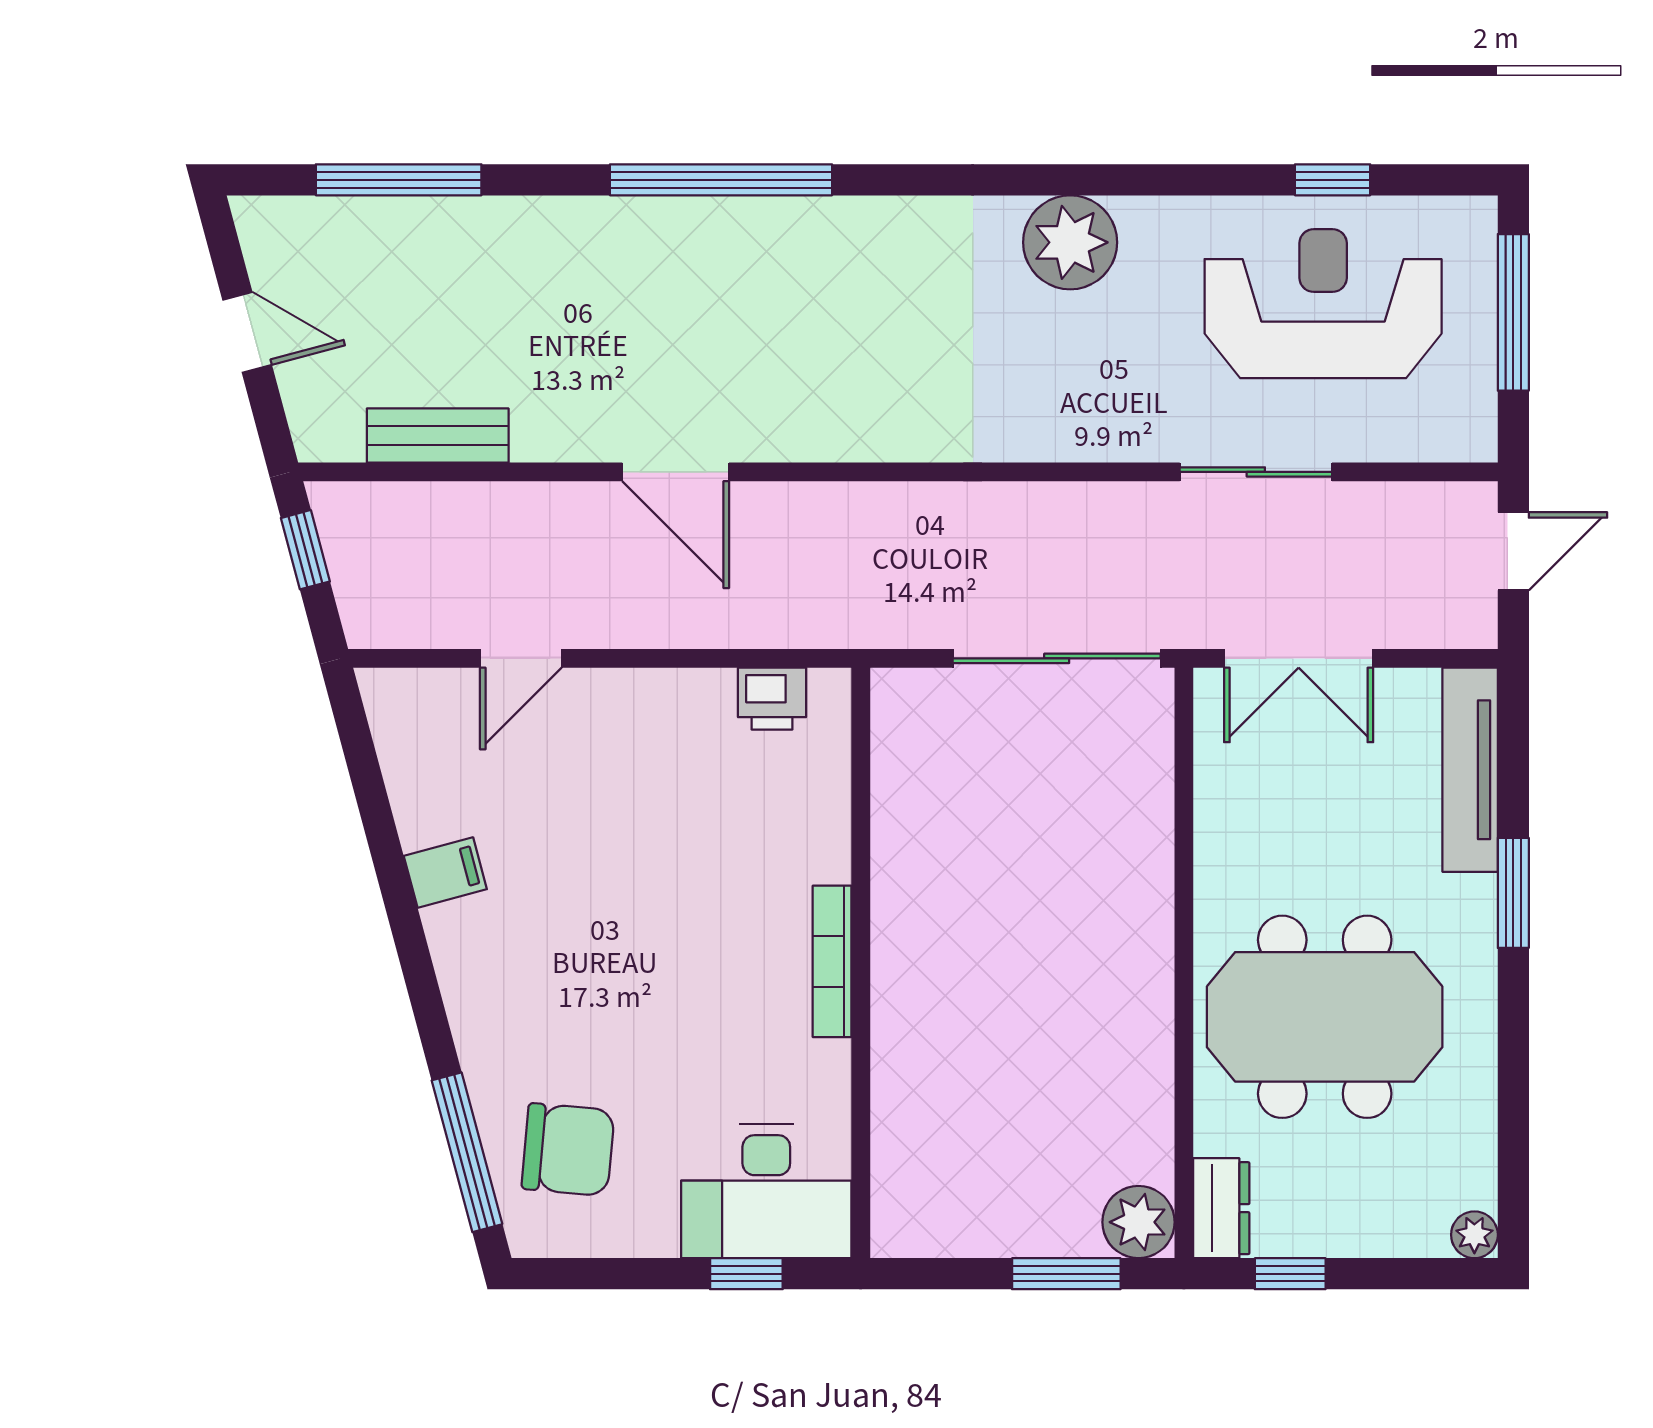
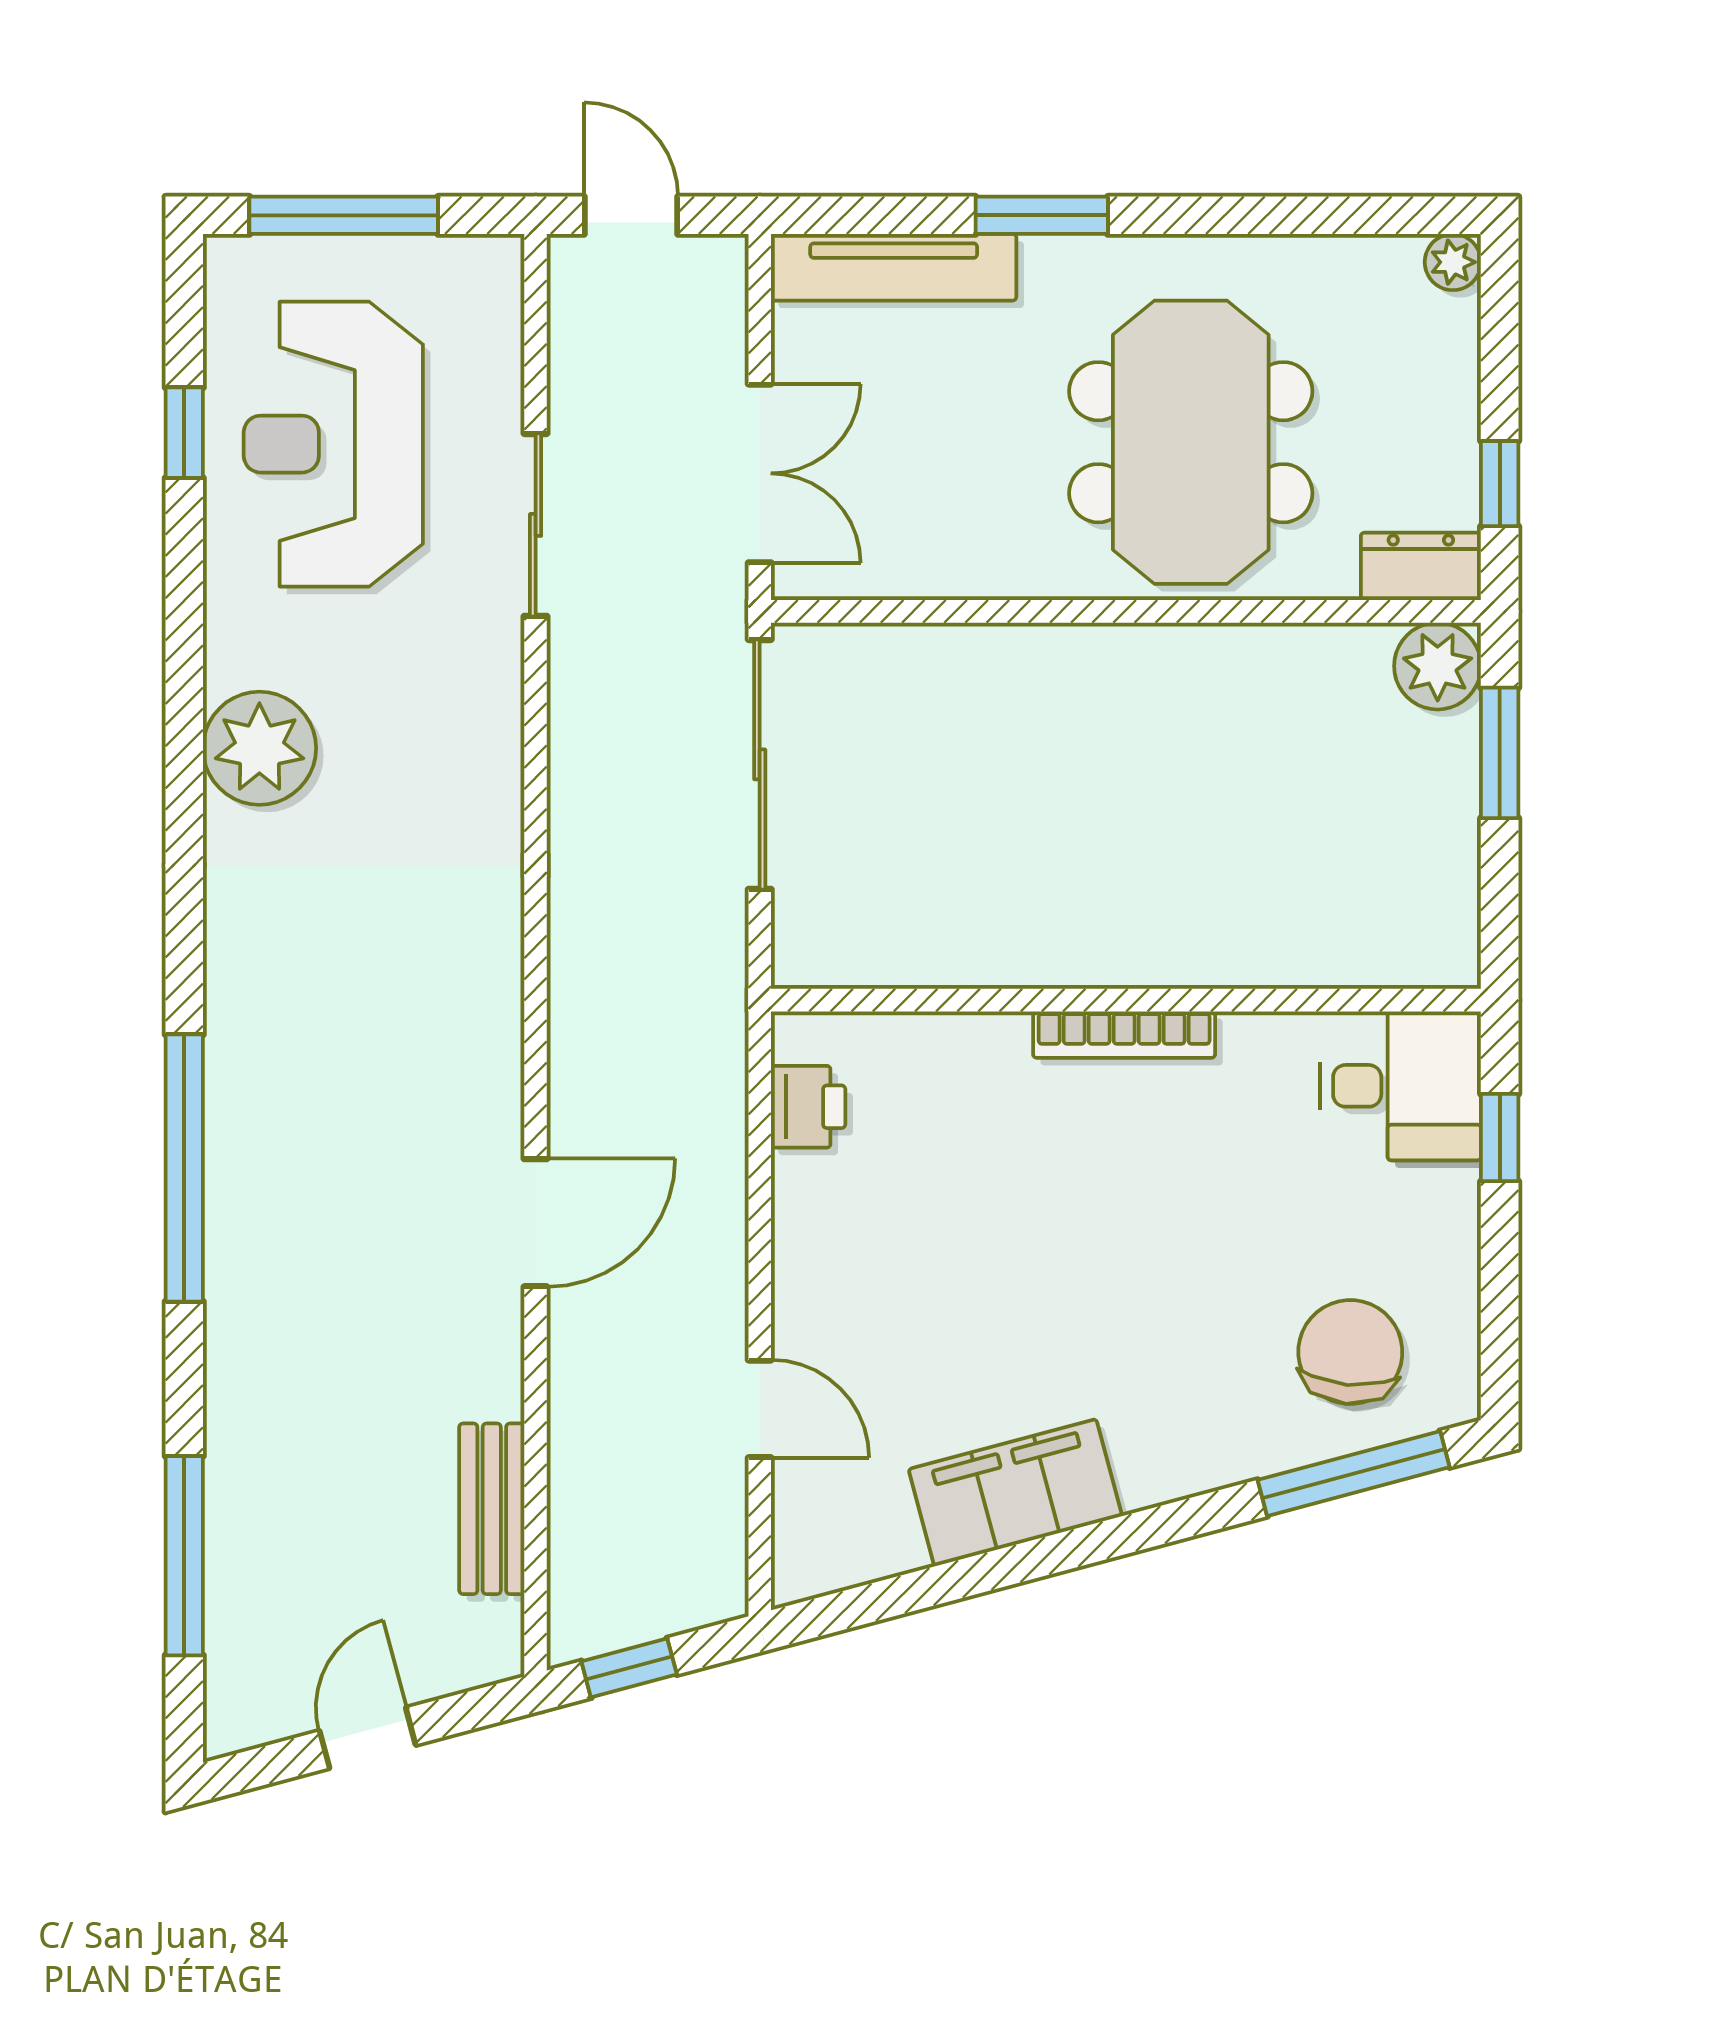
filing cabinet: (445, 872) -> (1015, 1493), width x3.00, depth x1.17
desk: (766, 1191) -> (1401, 1086), width x0.73

